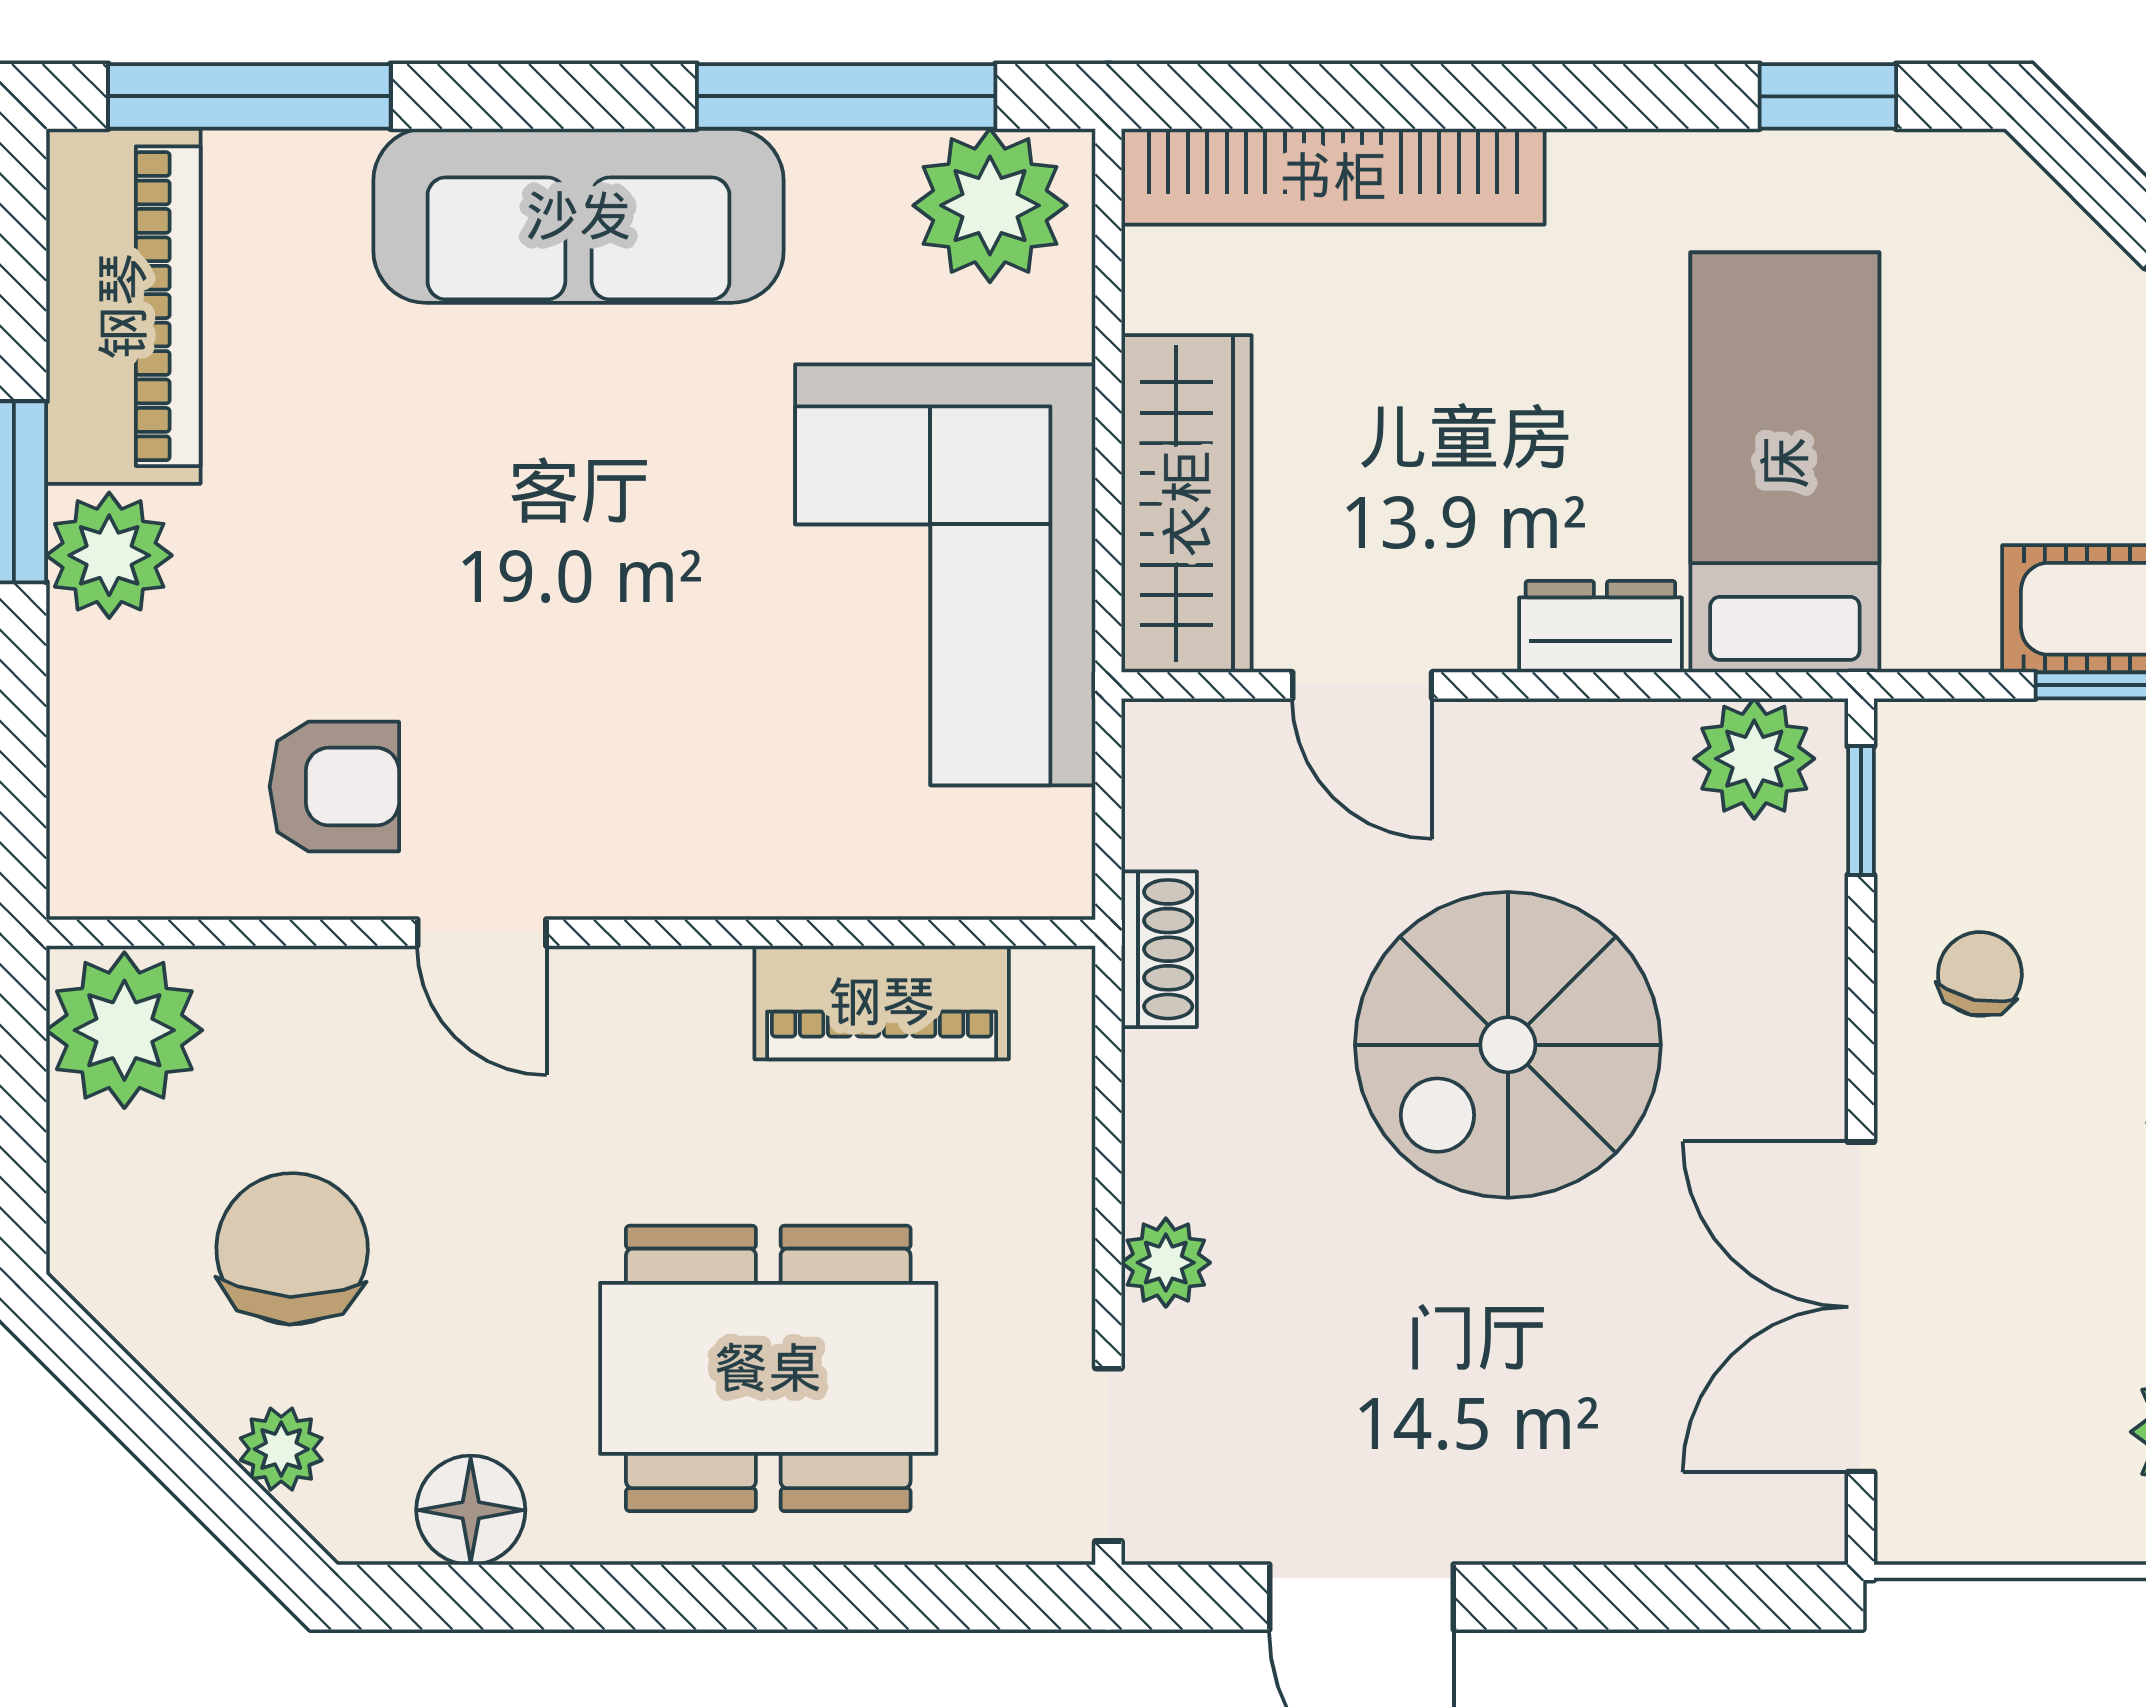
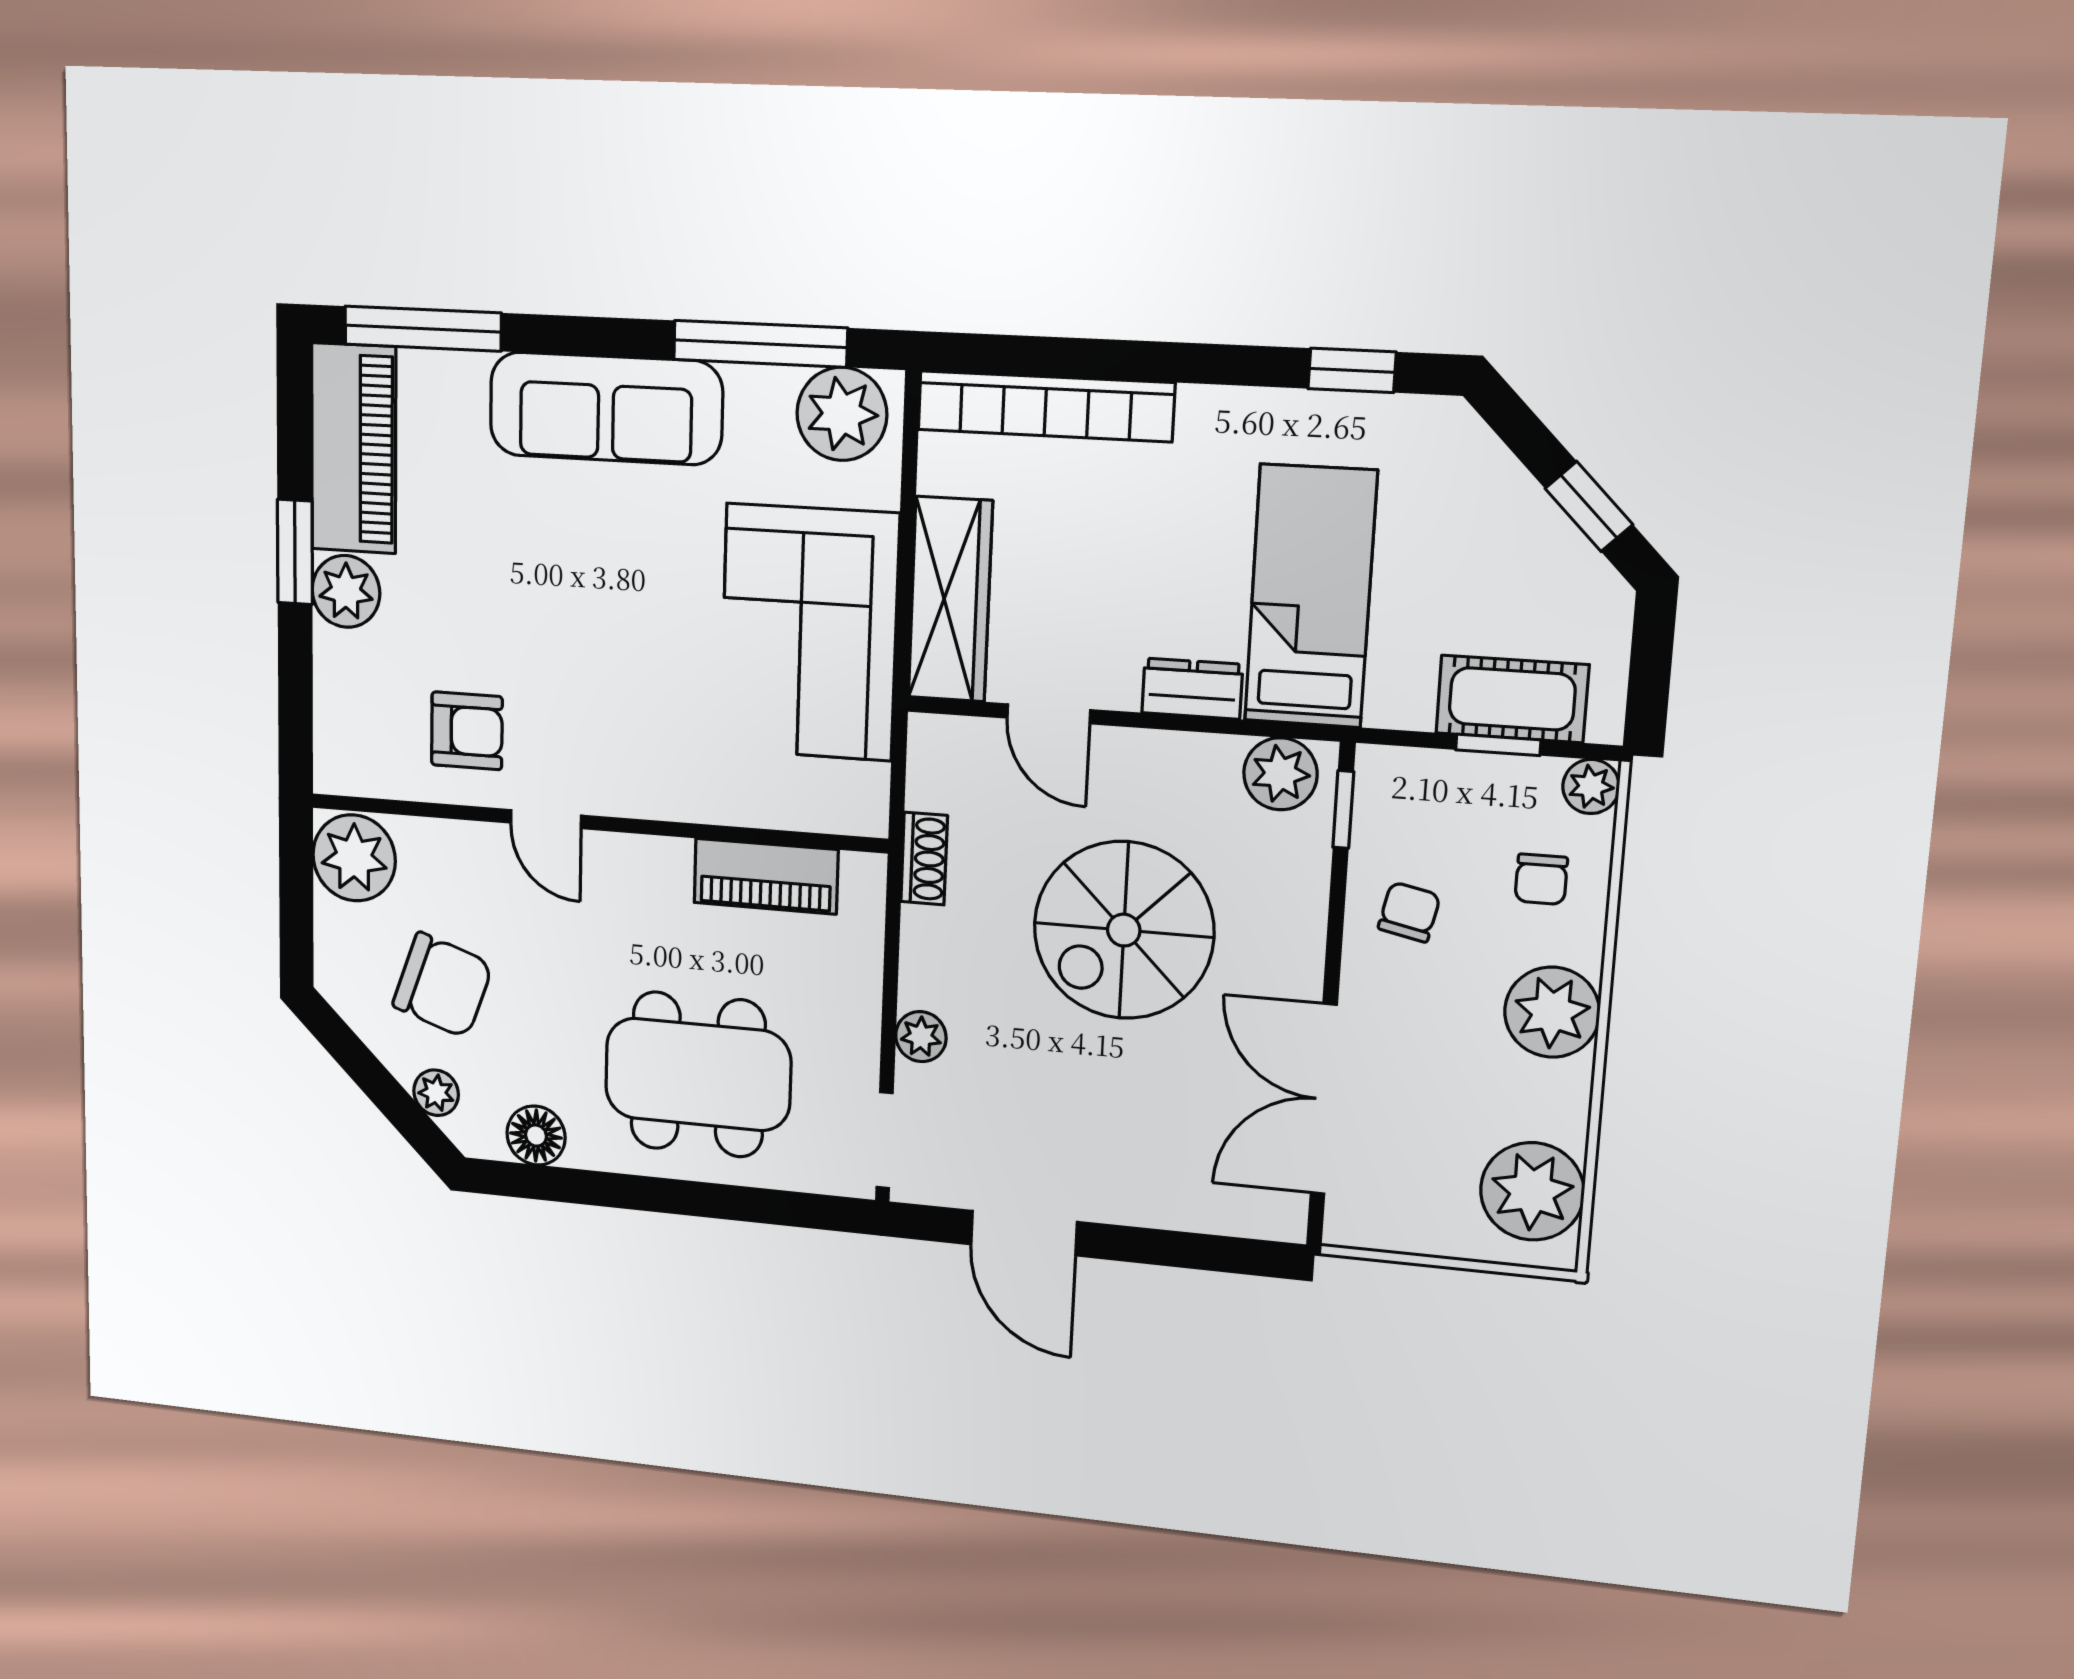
chair: (292, 1249) -> (442, 985), turned 107

